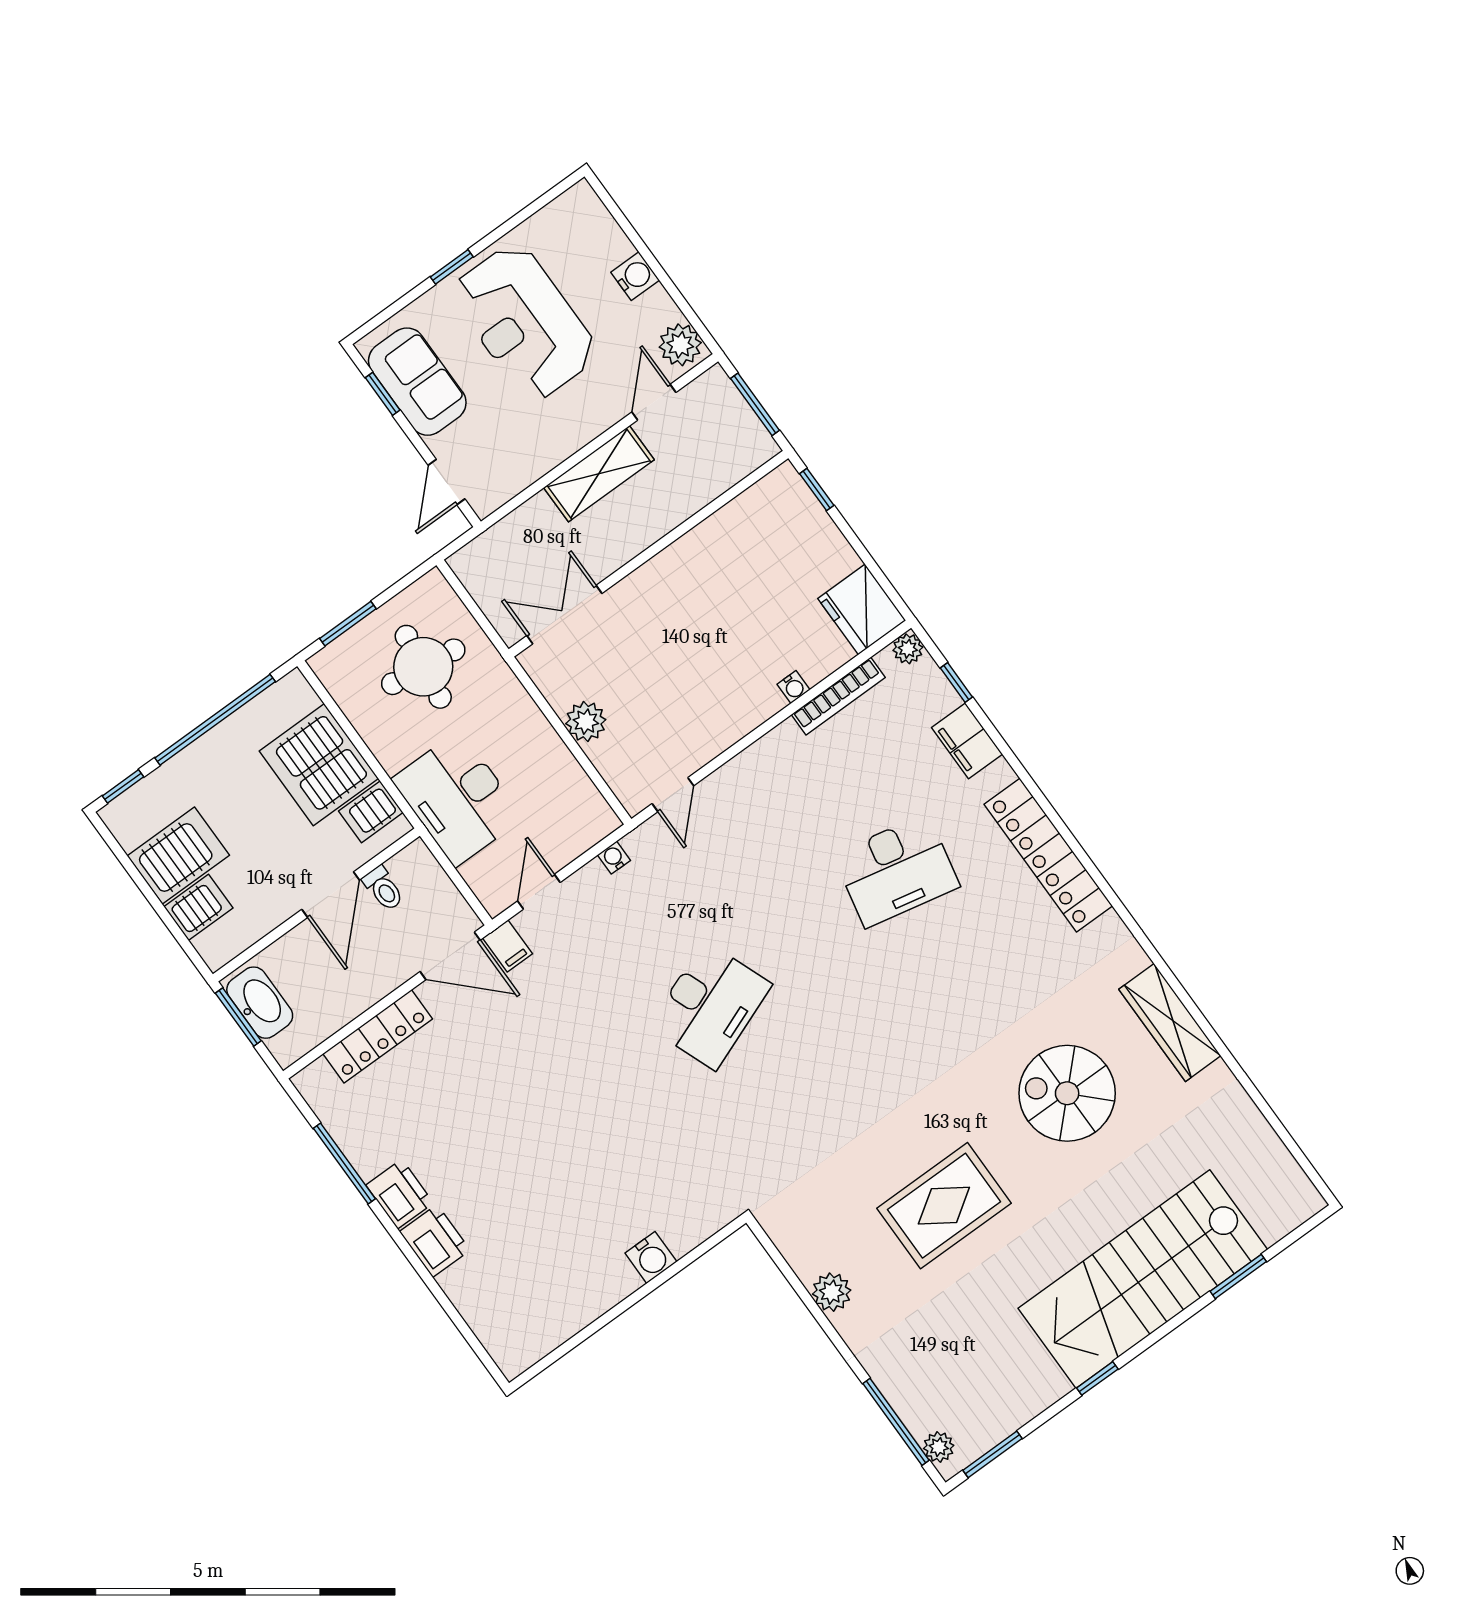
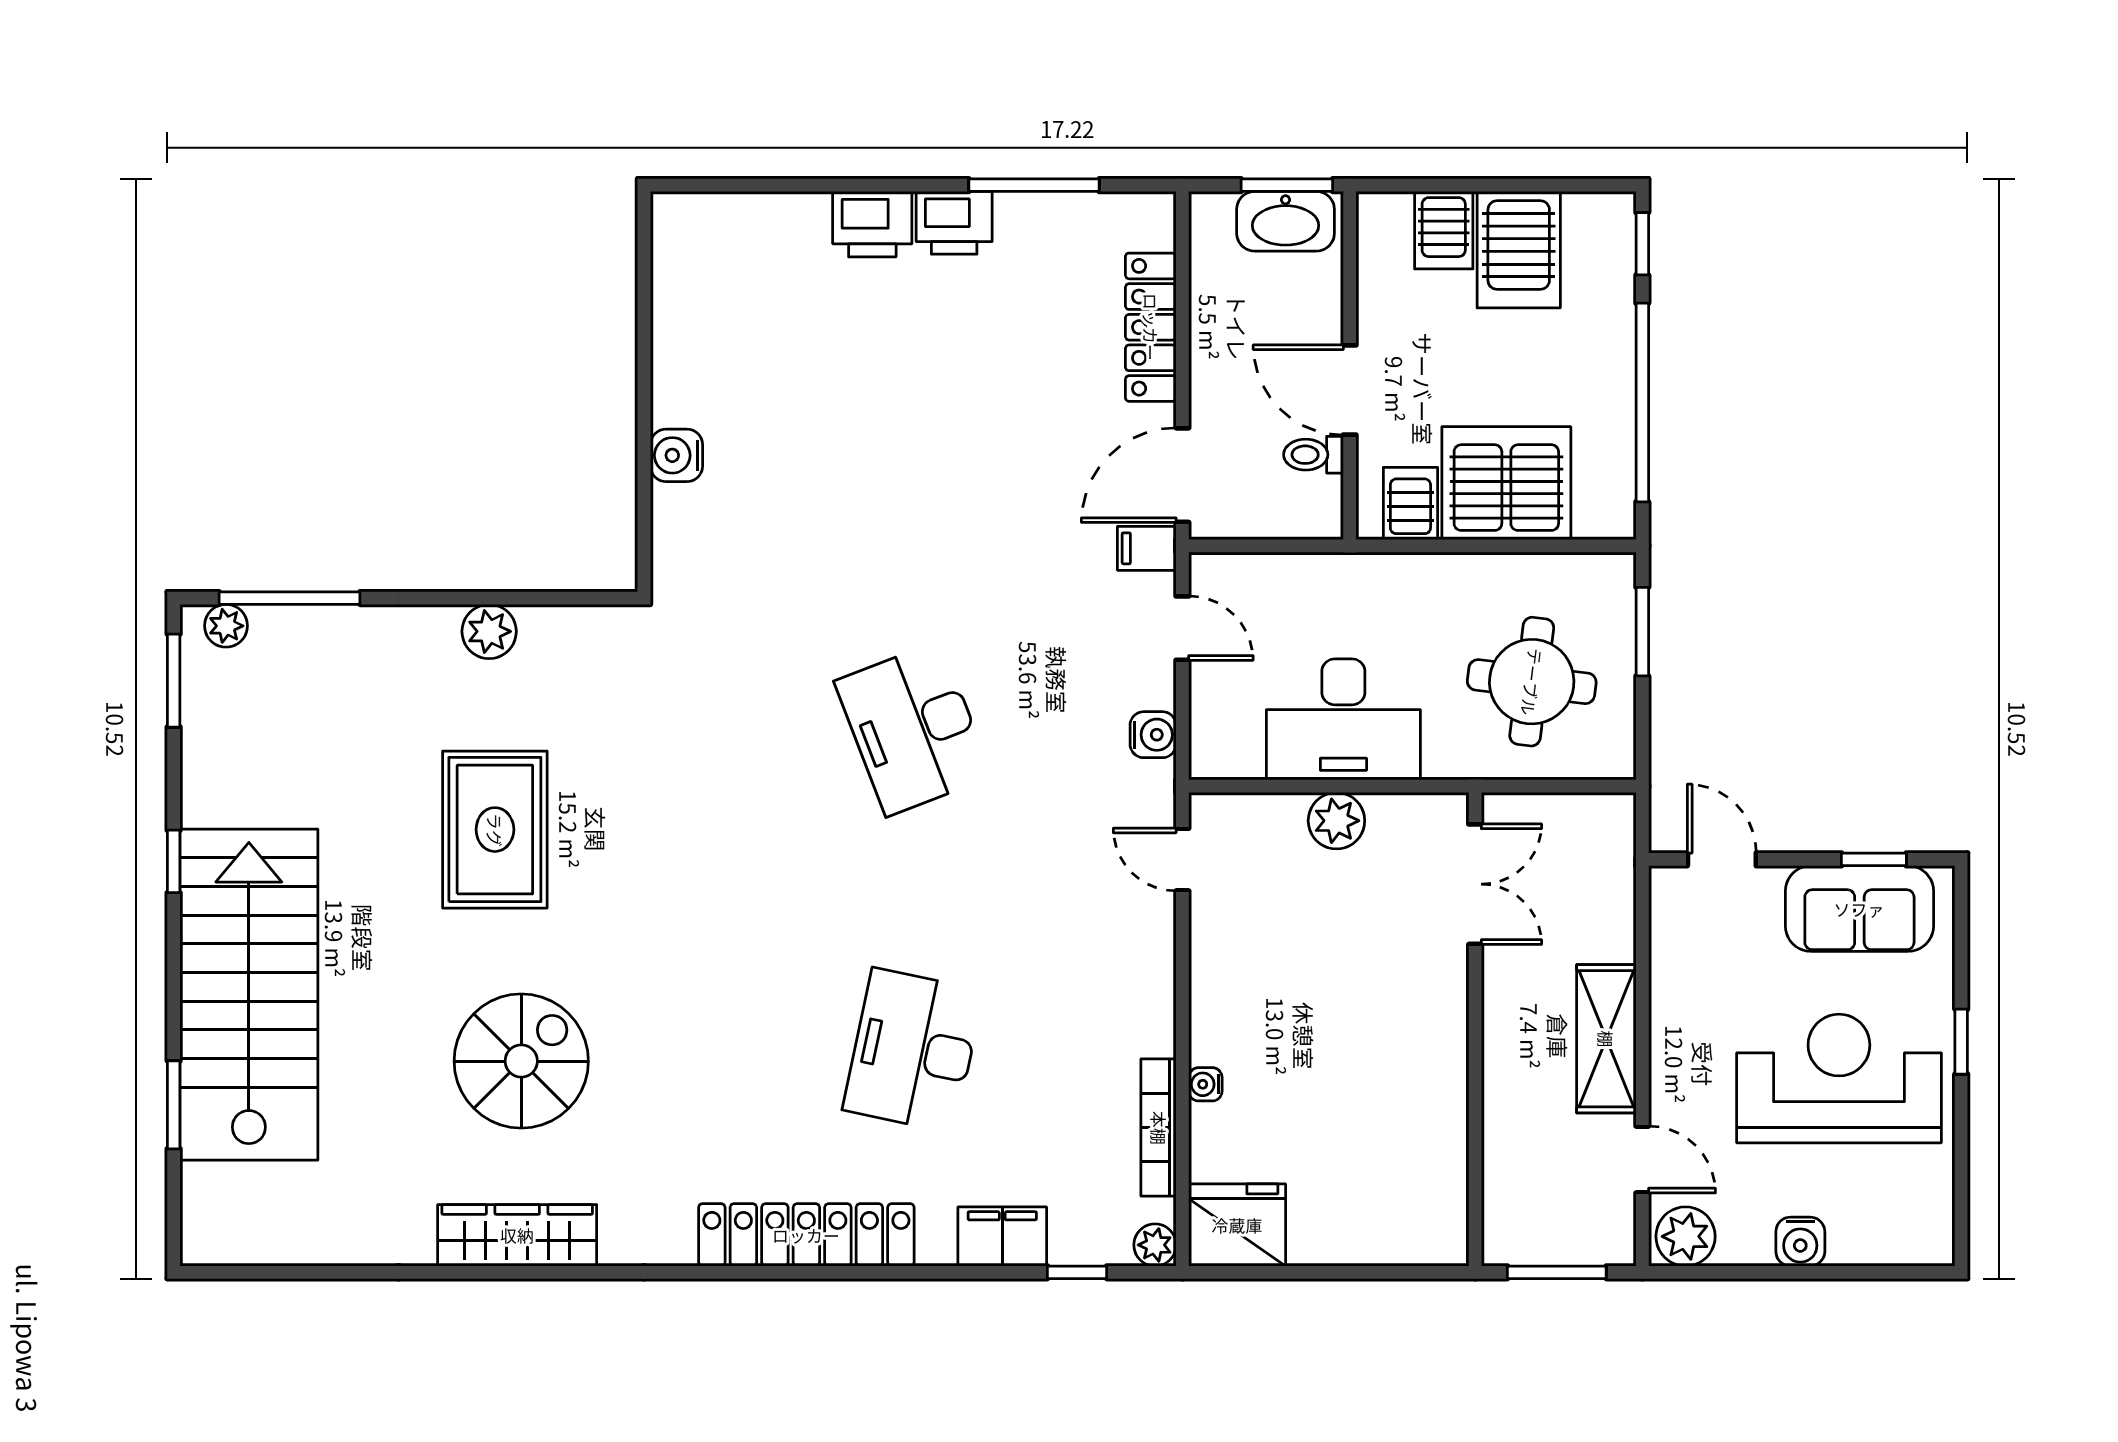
window: (817, 490) -> (1410, 1272), removed
desk: (458, 798) -> (1343, 719), moved, turned 180
water cooler: (614, 858) -> (1153, 735), width x1.38, depth x1.38

